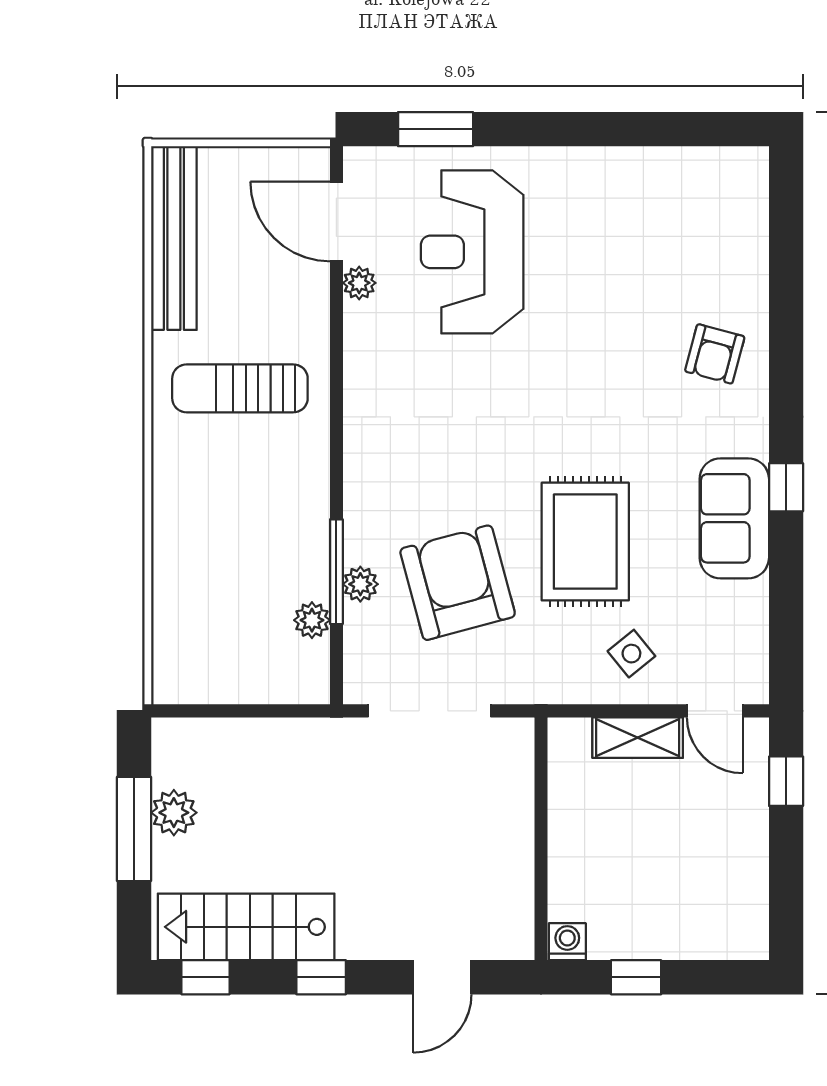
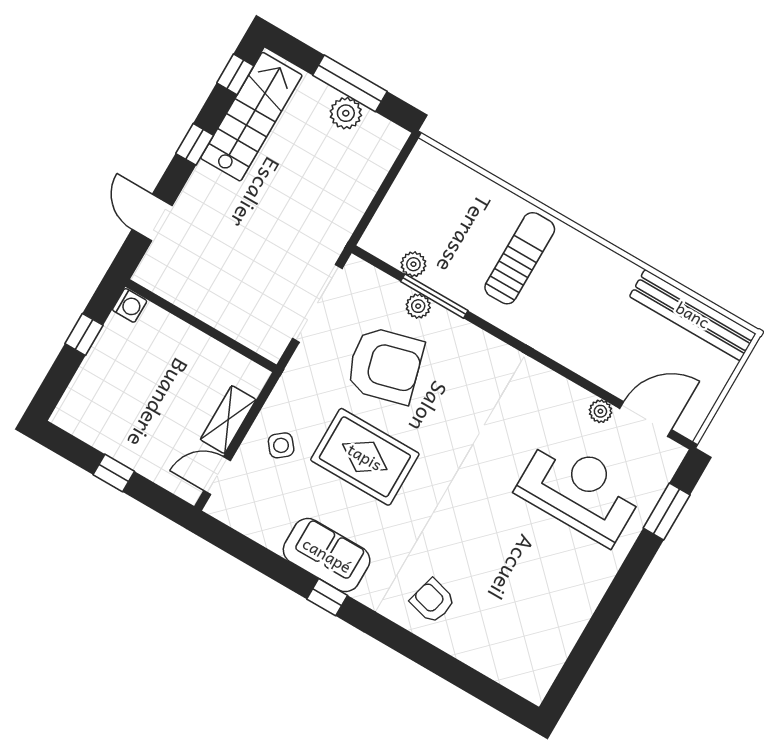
sun lounger: (240, 388) -> (520, 258), moved
window: (786, 781) -> (114, 473), moved

